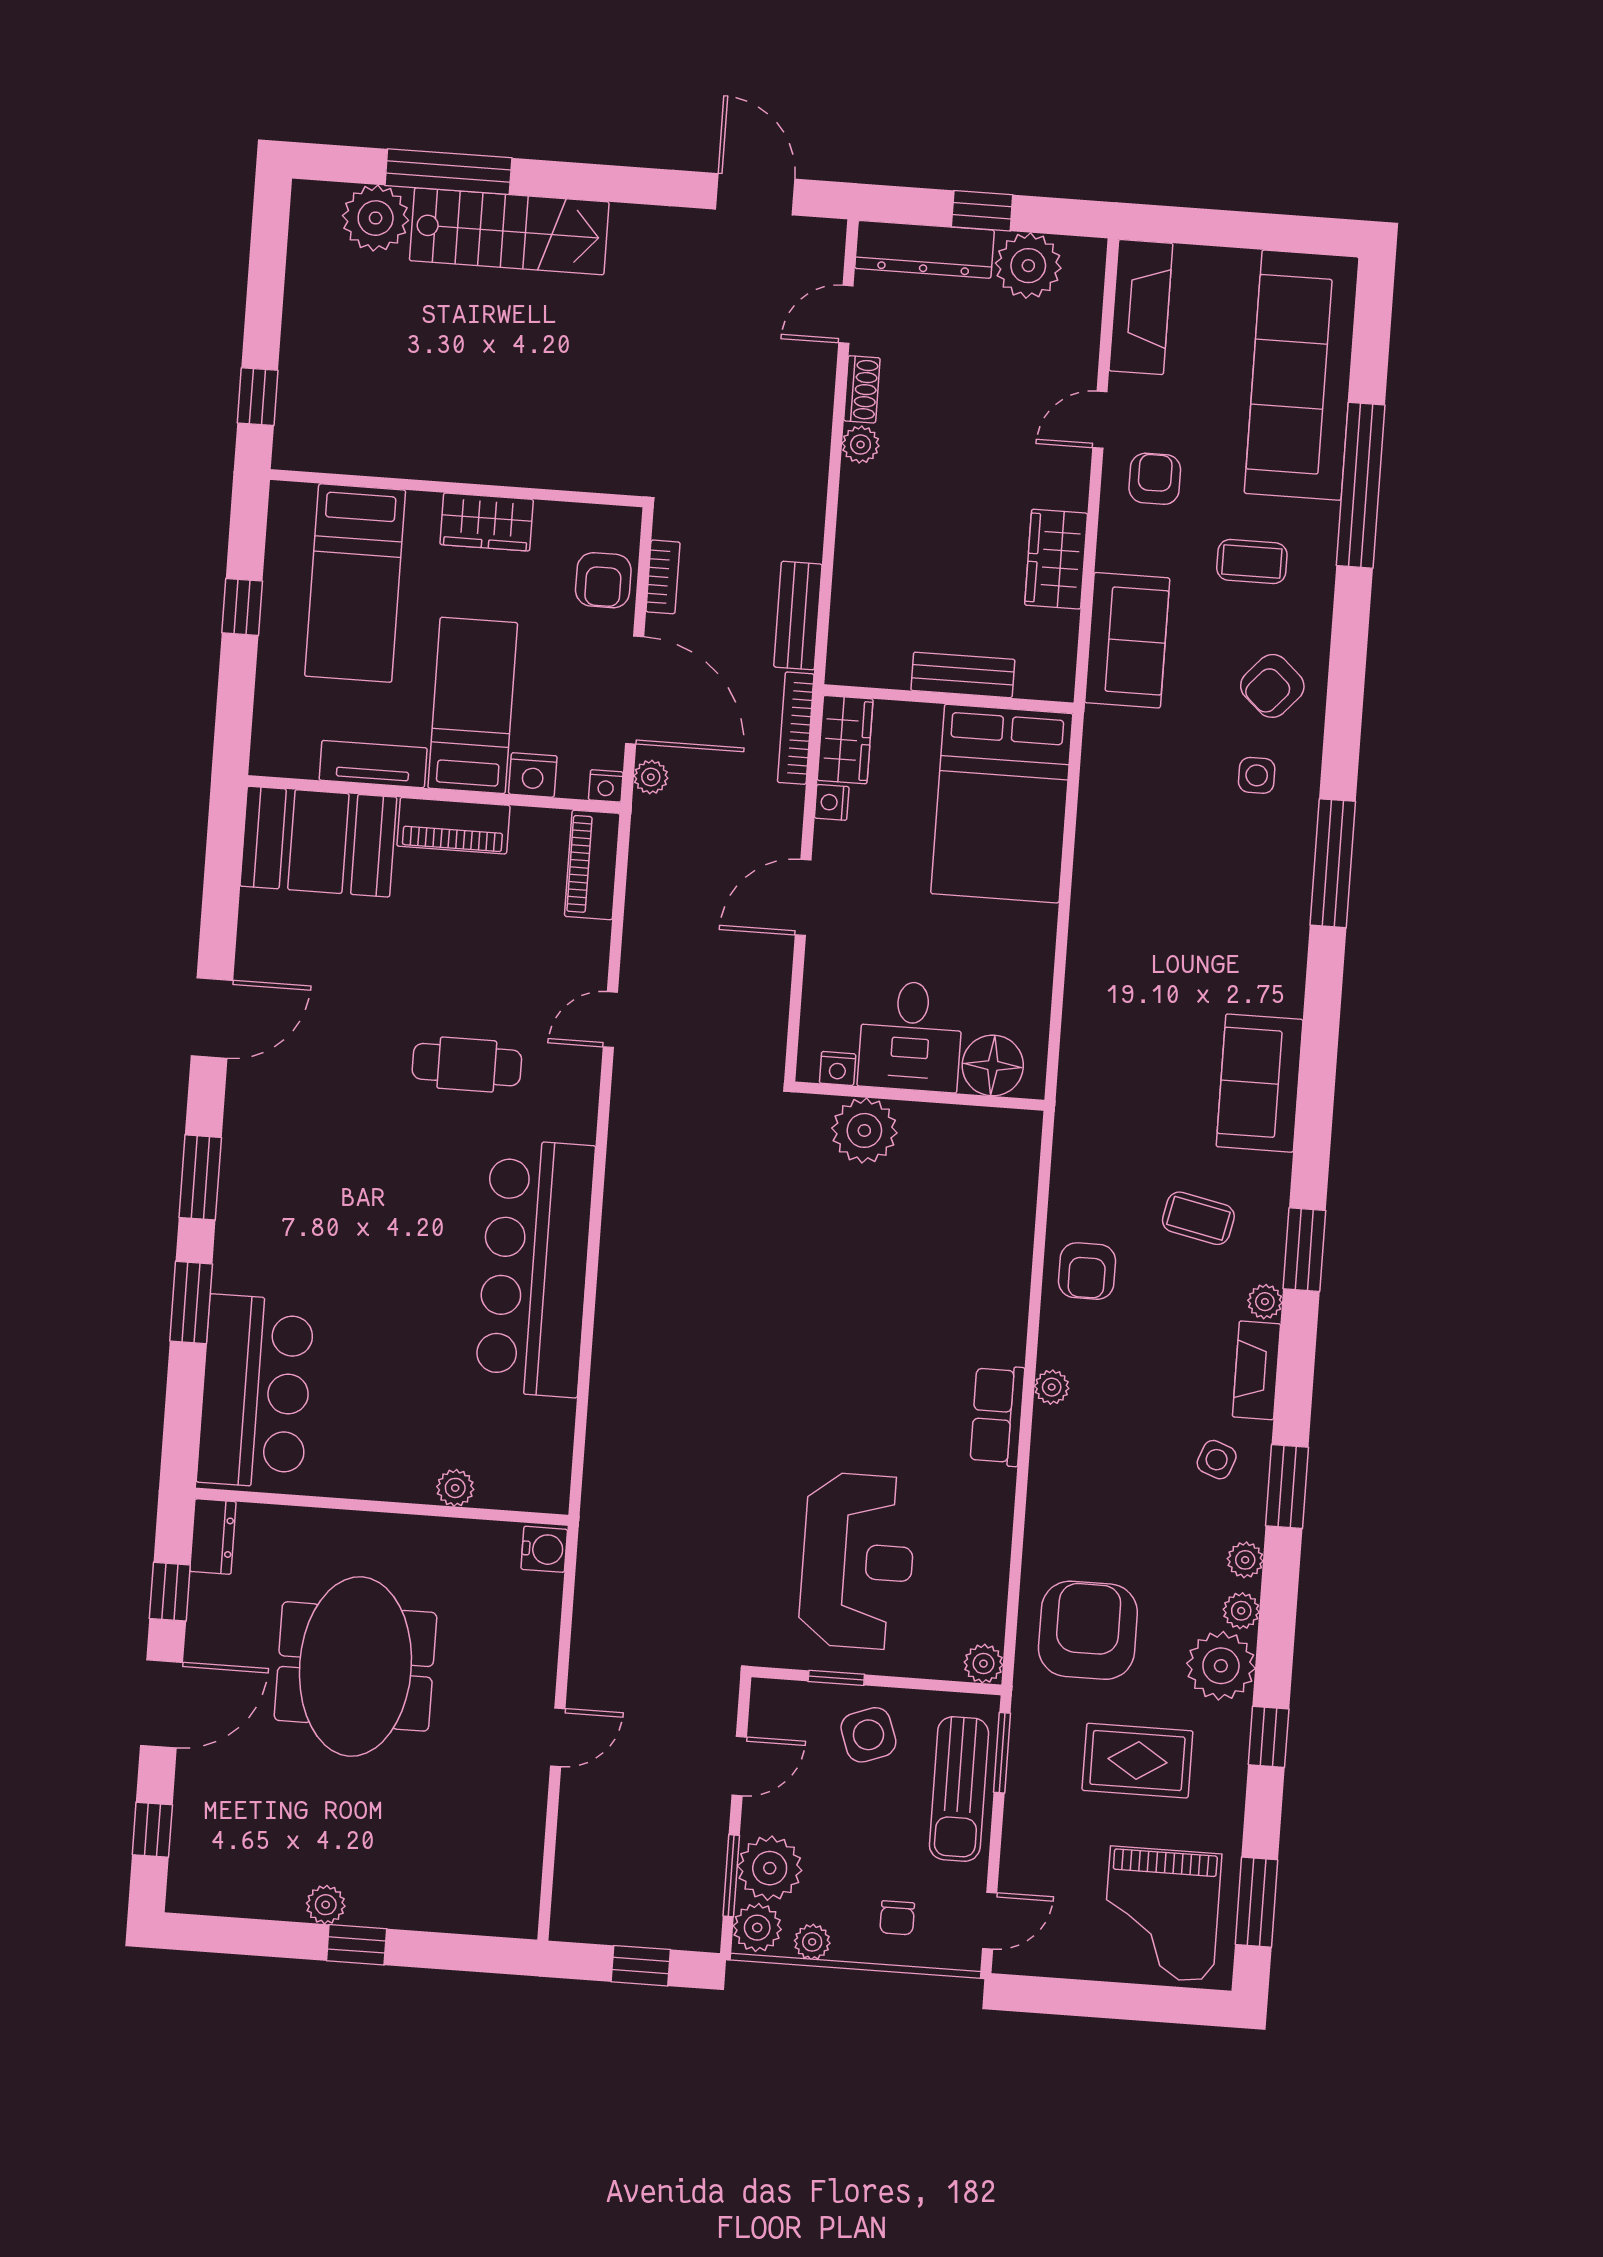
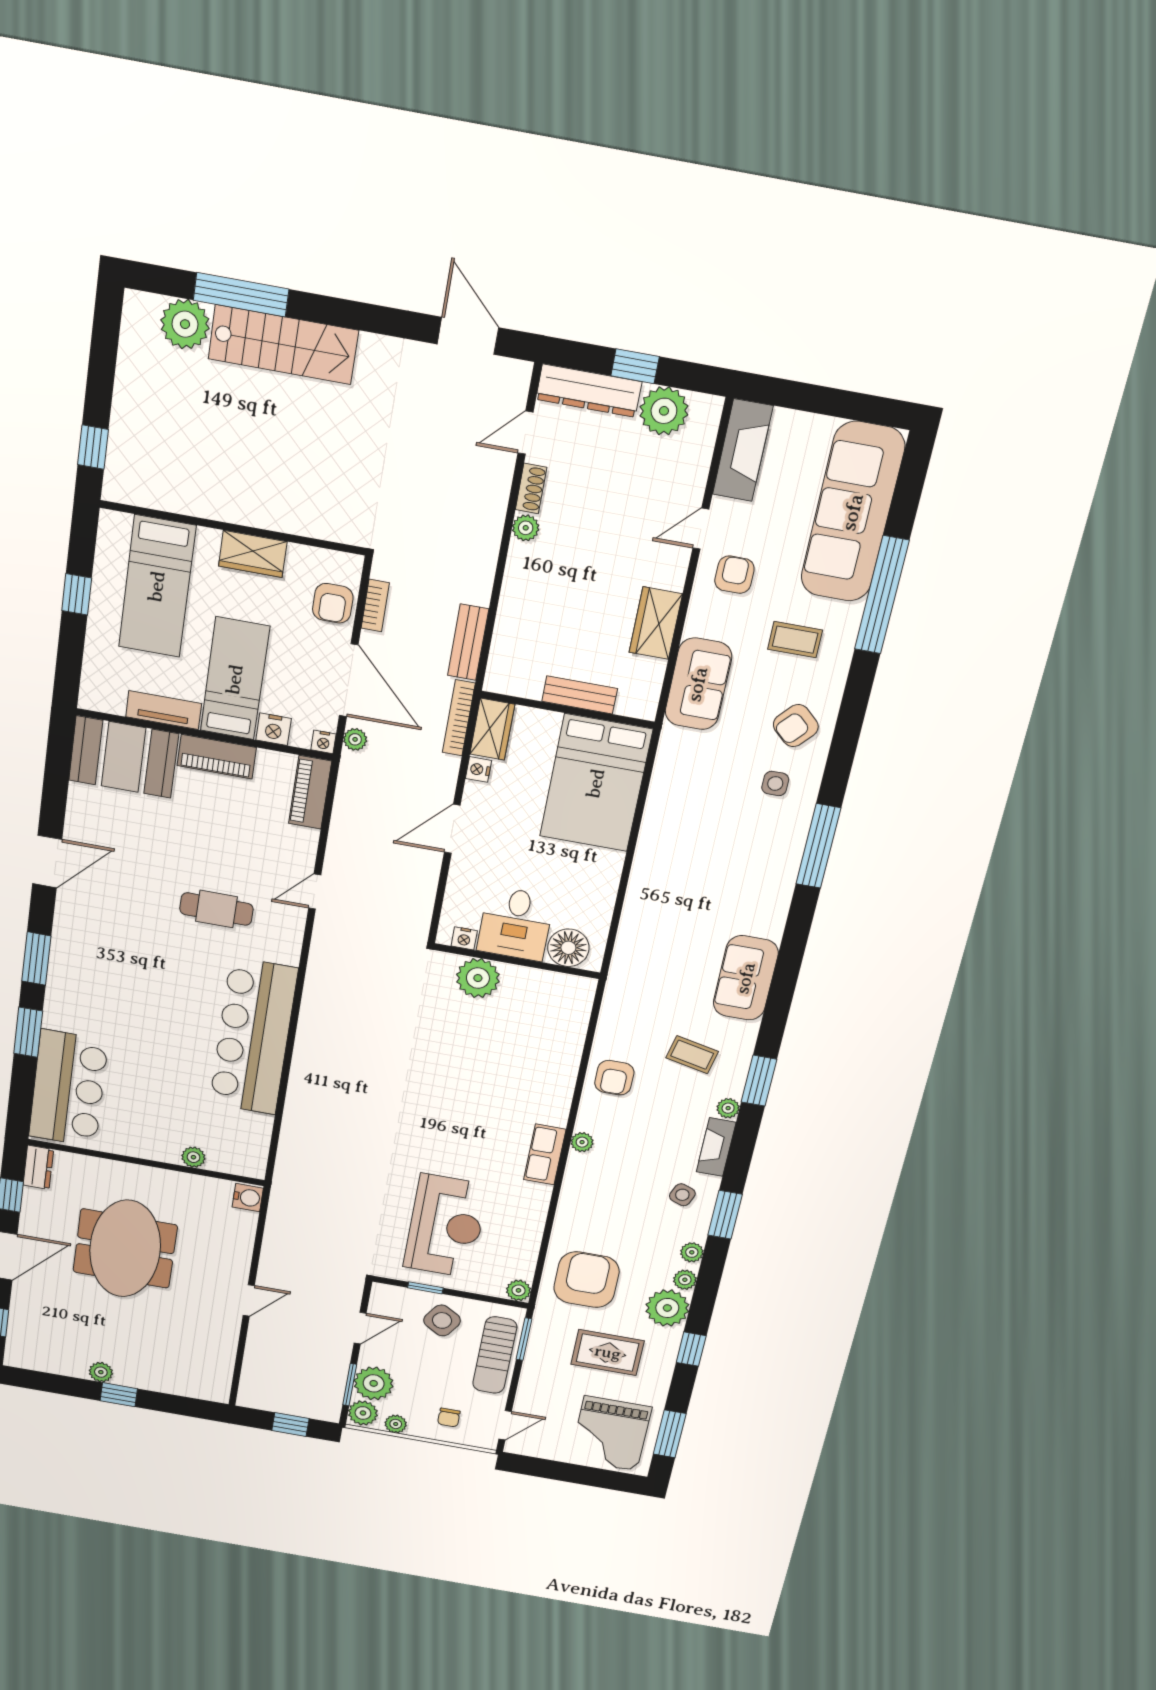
side table: (868, 1735) -> (442, 1320), turned -38

